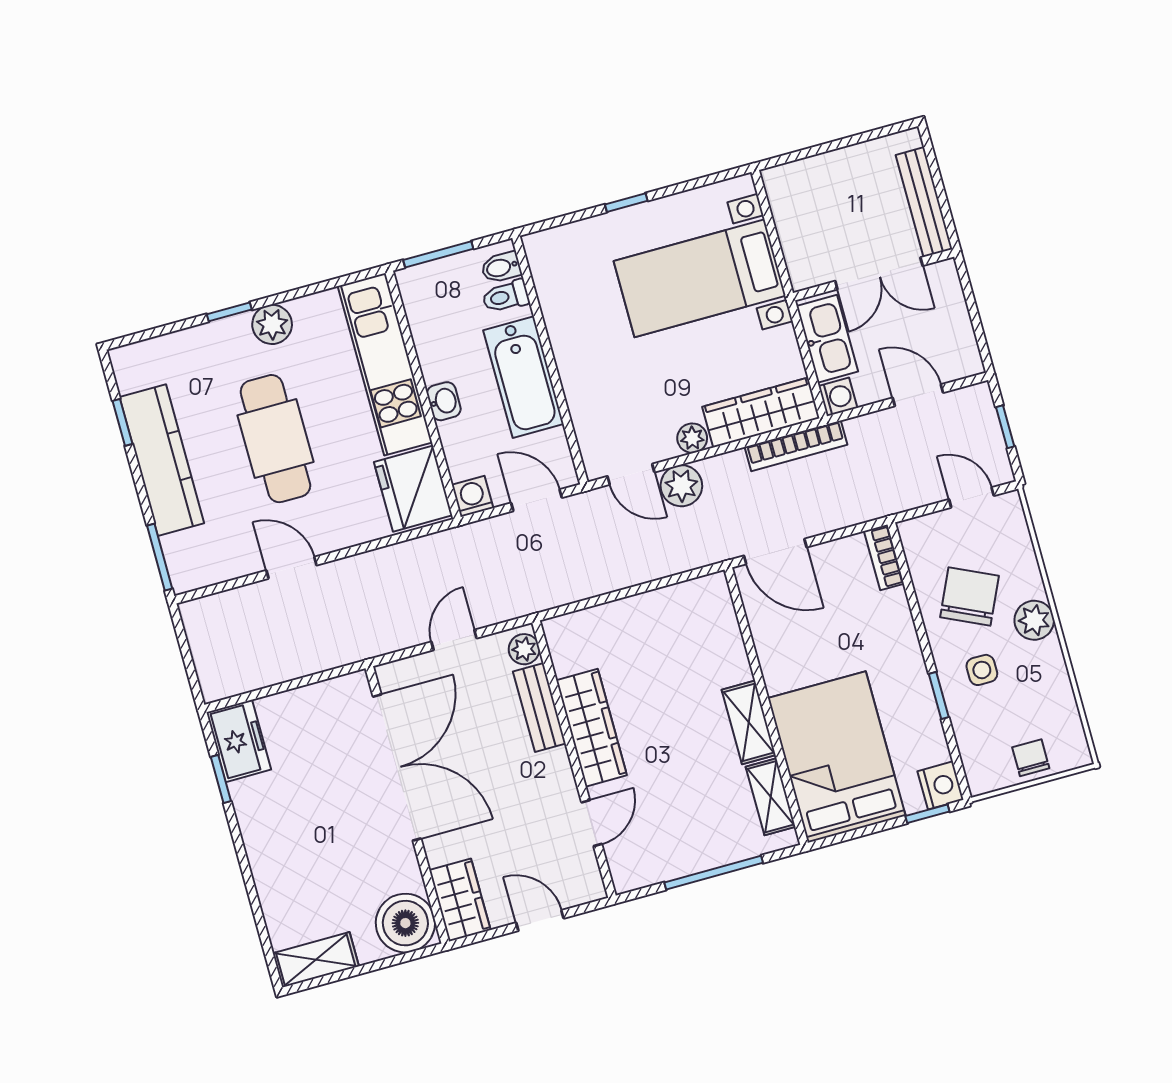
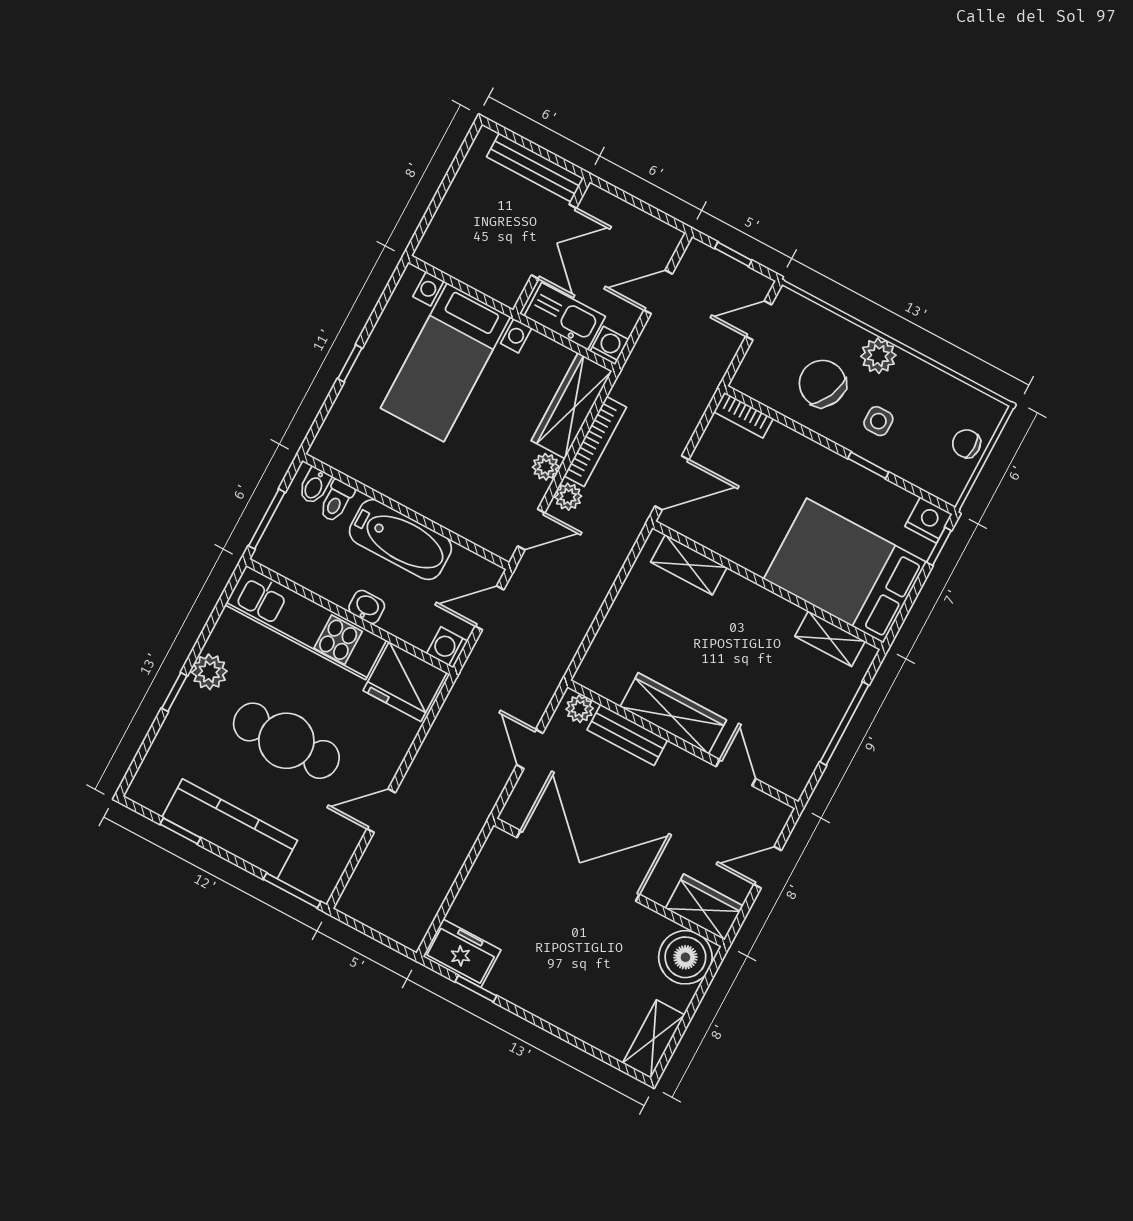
bookcase: (796, 446) -> (595, 441), moved
plant: (681, 486) -> (568, 497), width x0.73, depth x0.73
shelving: (749, 722) -> (689, 565), moved

